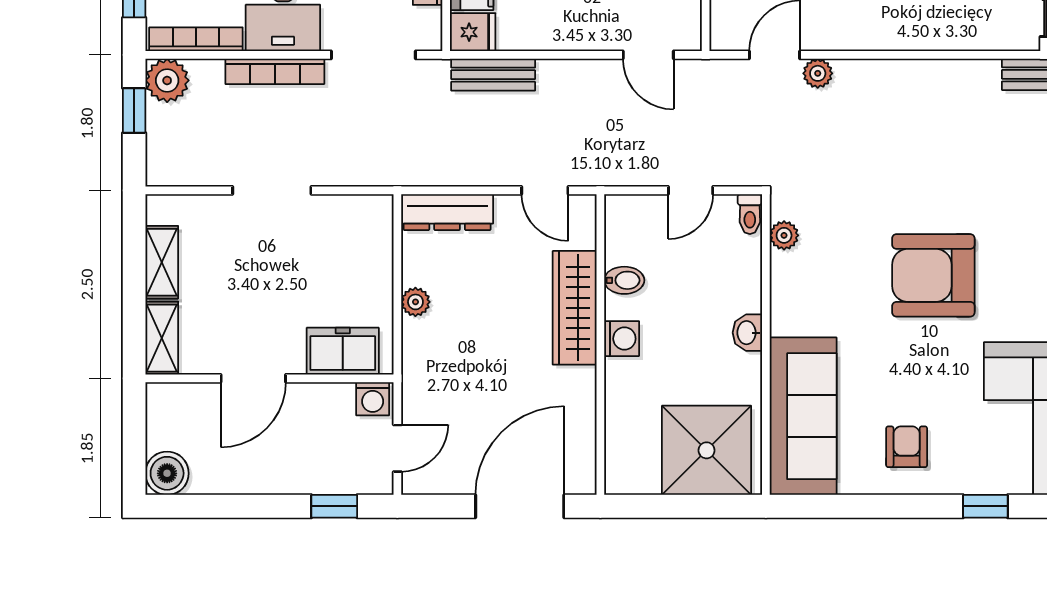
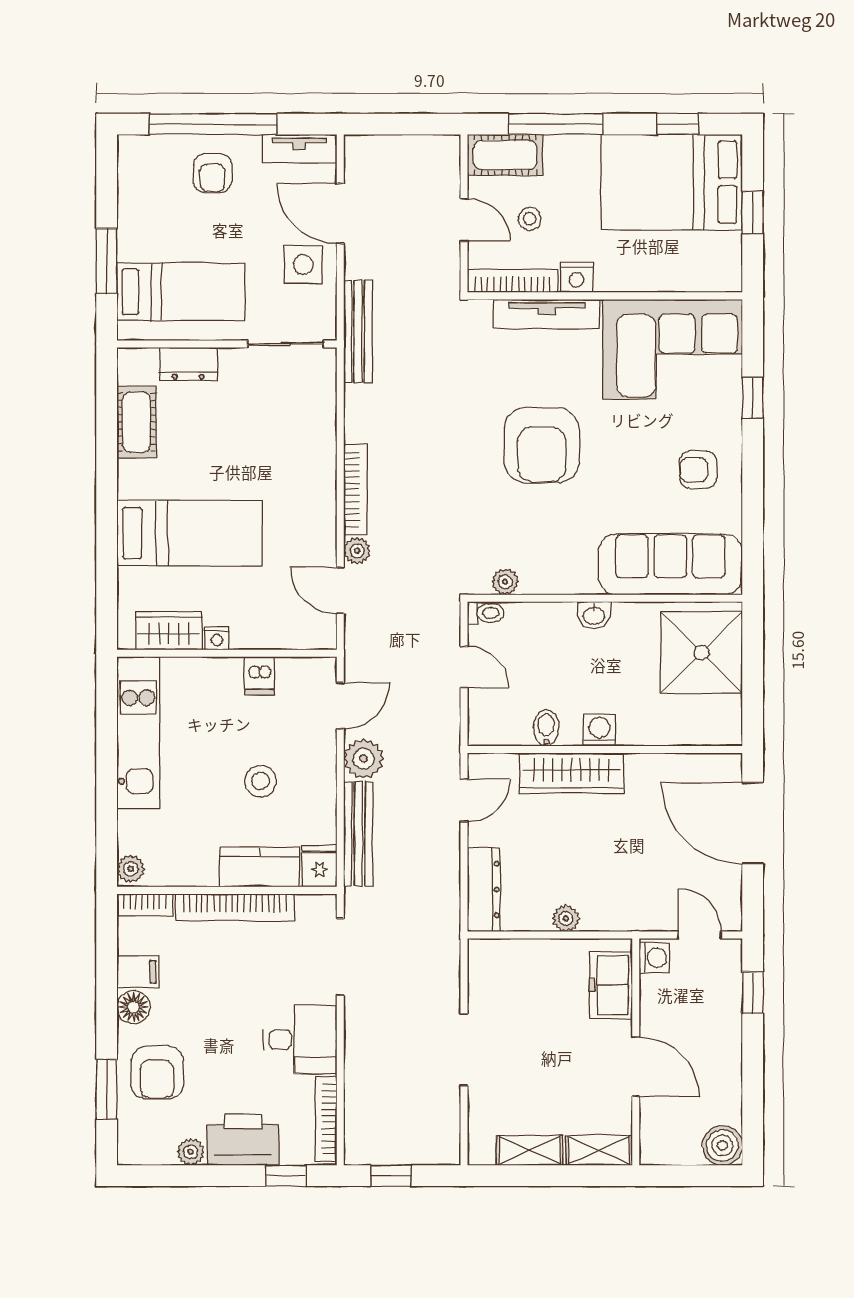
bookcase: (275, 71) -> (355, 490), moved
bench: (493, 75) -> (358, 834), width x1.36
plant: (167, 80) -> (364, 759), moved

